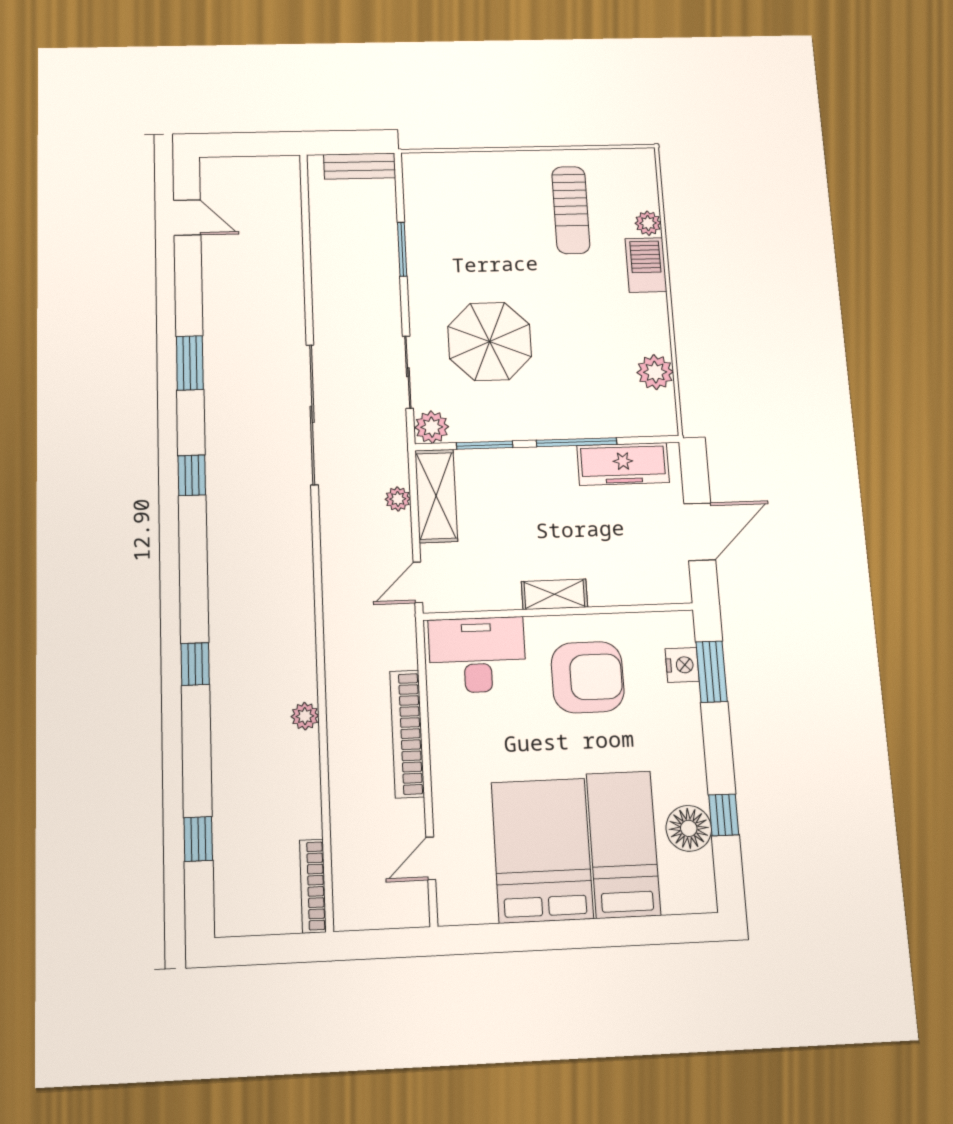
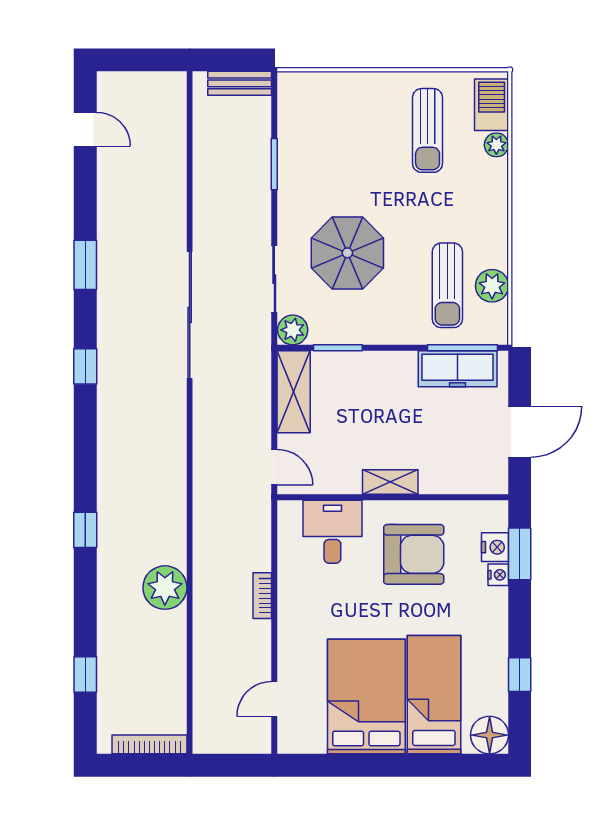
barbecue: (646, 265) -> (492, 105), moved
sun lounger: (605, 373) -> (447, 285), added
window: (577, 442) -> (463, 348), moved
plant: (398, 499) -> (260, 393), removed
door: (418, 582) -> (274, 467), swing flipped
desk: (477, 655) -> (332, 532), width x0.73
nightstand: (689, 697) -> (498, 575), added
plant: (305, 716) -> (165, 588), width x1.88, depth x1.88
bookcase: (407, 734) -> (262, 596), width x0.43, depth x0.76
floor lamp: (689, 828) -> (490, 735), moved
bookcase: (313, 886) -> (149, 744), moved, turned 90

